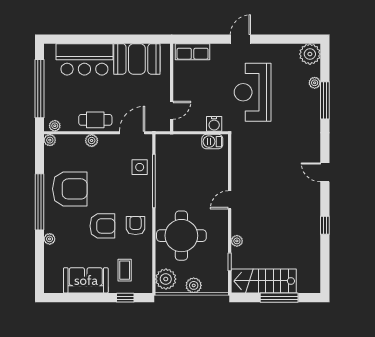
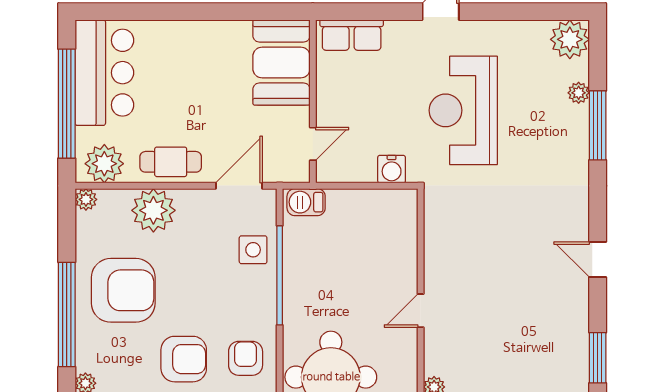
bar counter: (84, 59) -> (104, 73), moved, turned -90
booth: (137, 59) -> (281, 63), moved, turned 90
plant: (55, 126) -> (104, 164), width x1.88, depth x1.88
plant: (92, 140) -> (153, 210), width x1.88, depth x1.88
barbecue: (212, 142) -> (306, 202), moved
window: (325, 225) -> (598, 358), width x1.50

